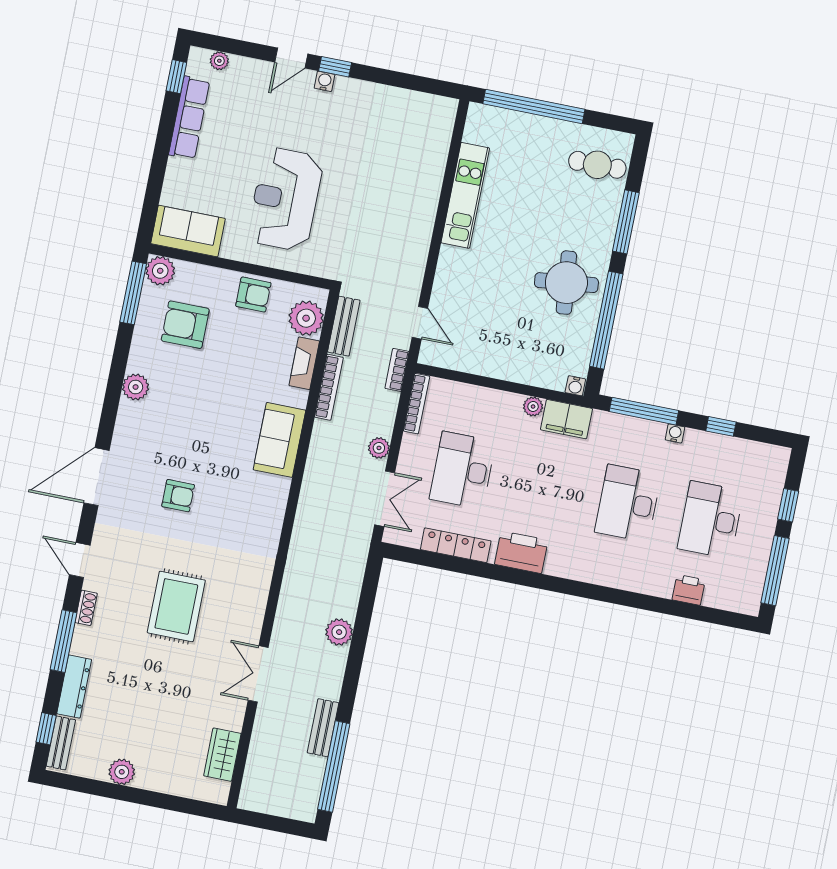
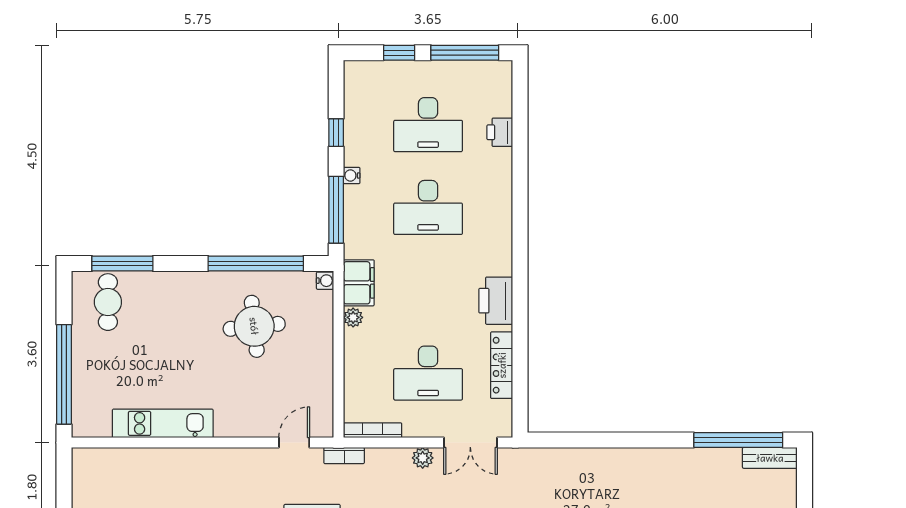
window: (626, 222) -> (122, 264), moved
round table: (566, 283) -> (254, 326), moved
double door: (385, 499) -> (470, 443), swing flipped
plant: (339, 632) -> (608, 461), removed
bench: (323, 728) -> (770, 458), moved

